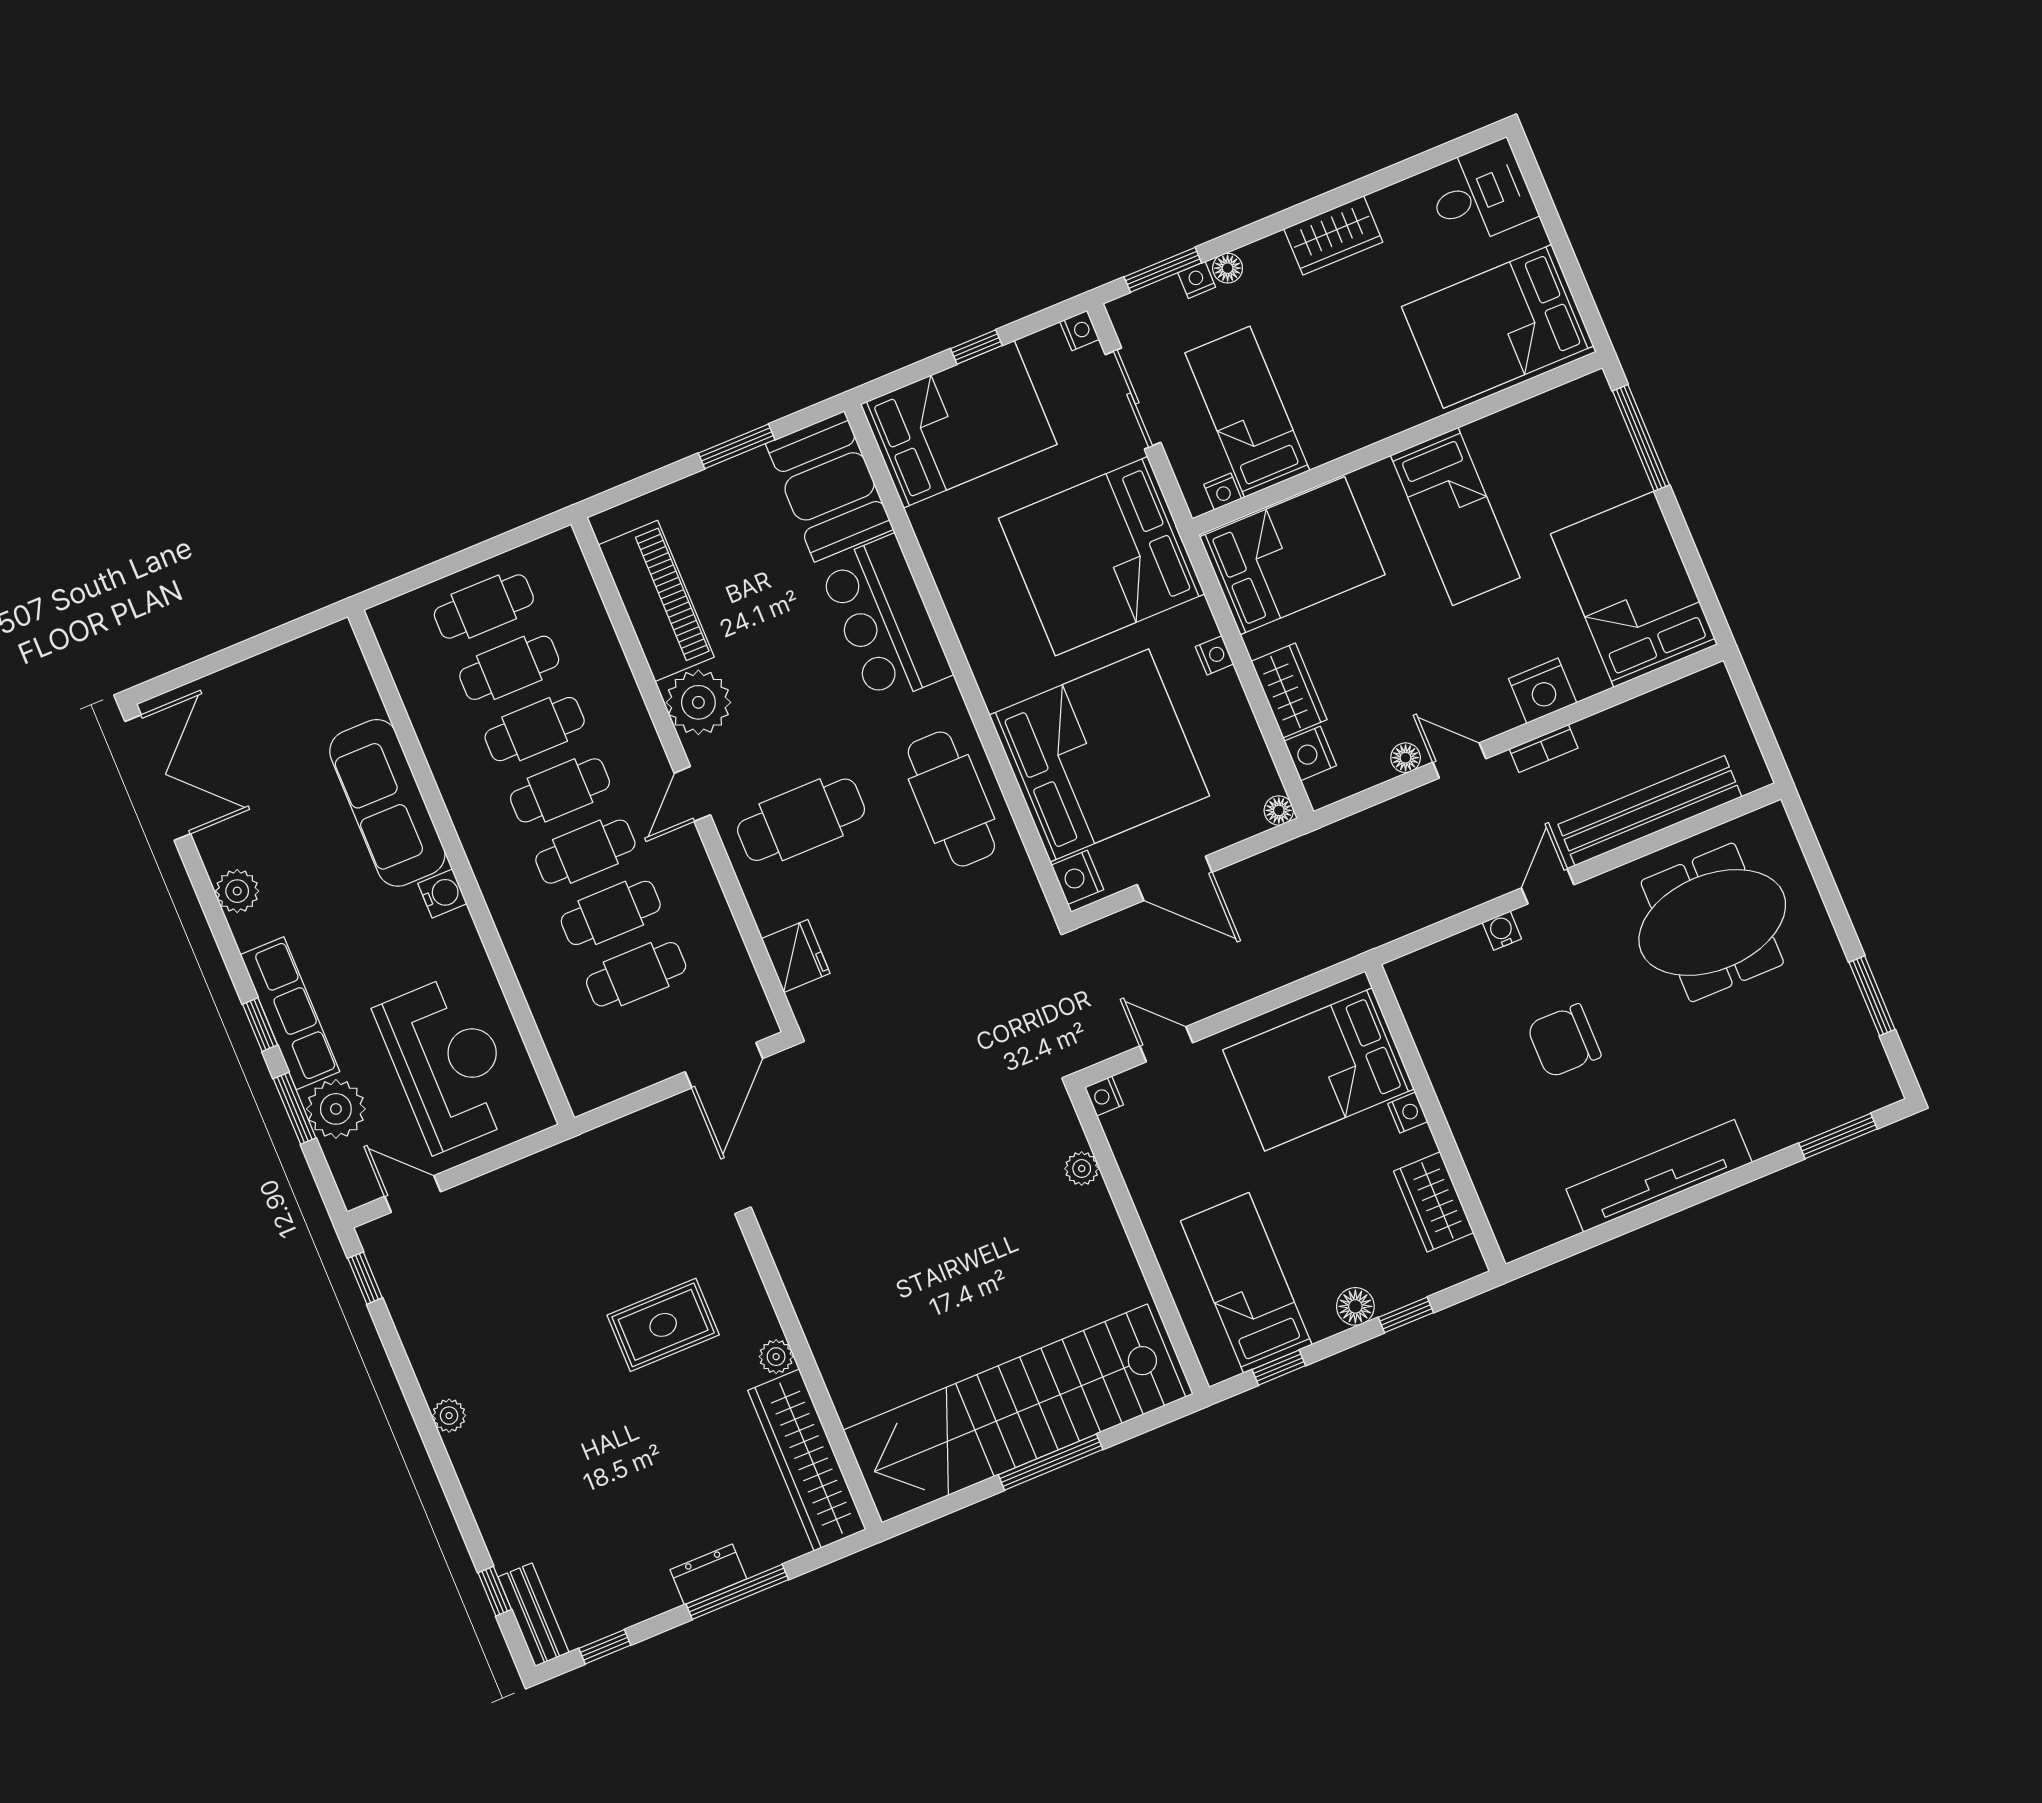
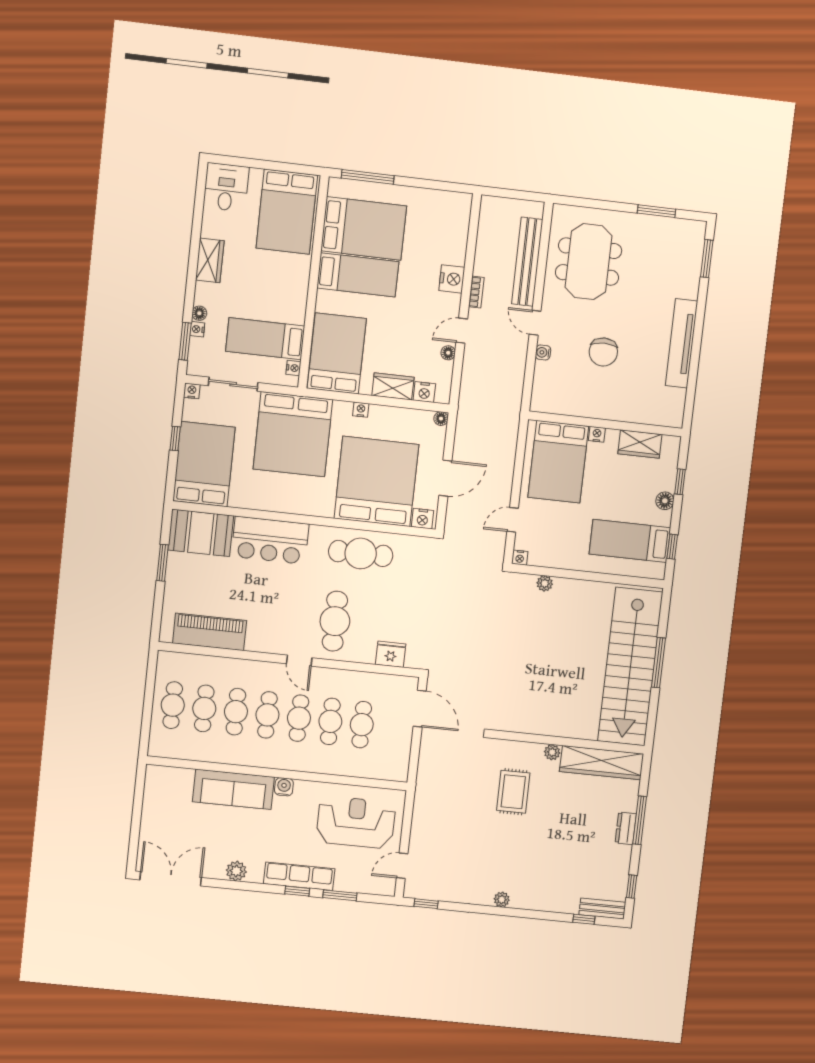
bed: (1634, 589) -> (364, 228), moved, turned 180
plant: (698, 702) -> (262, 637), removed
plant: (336, 1109) -> (349, 878), removed

